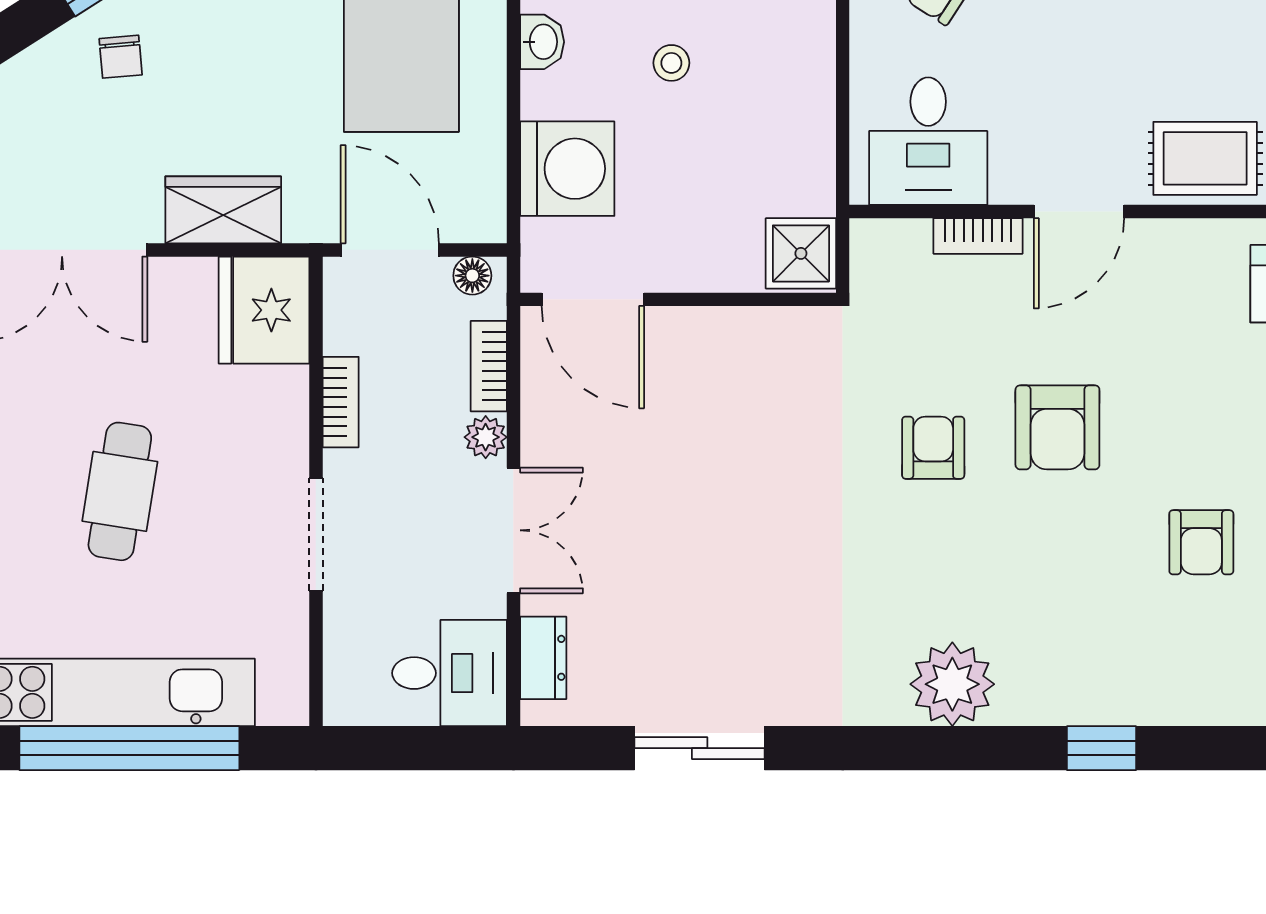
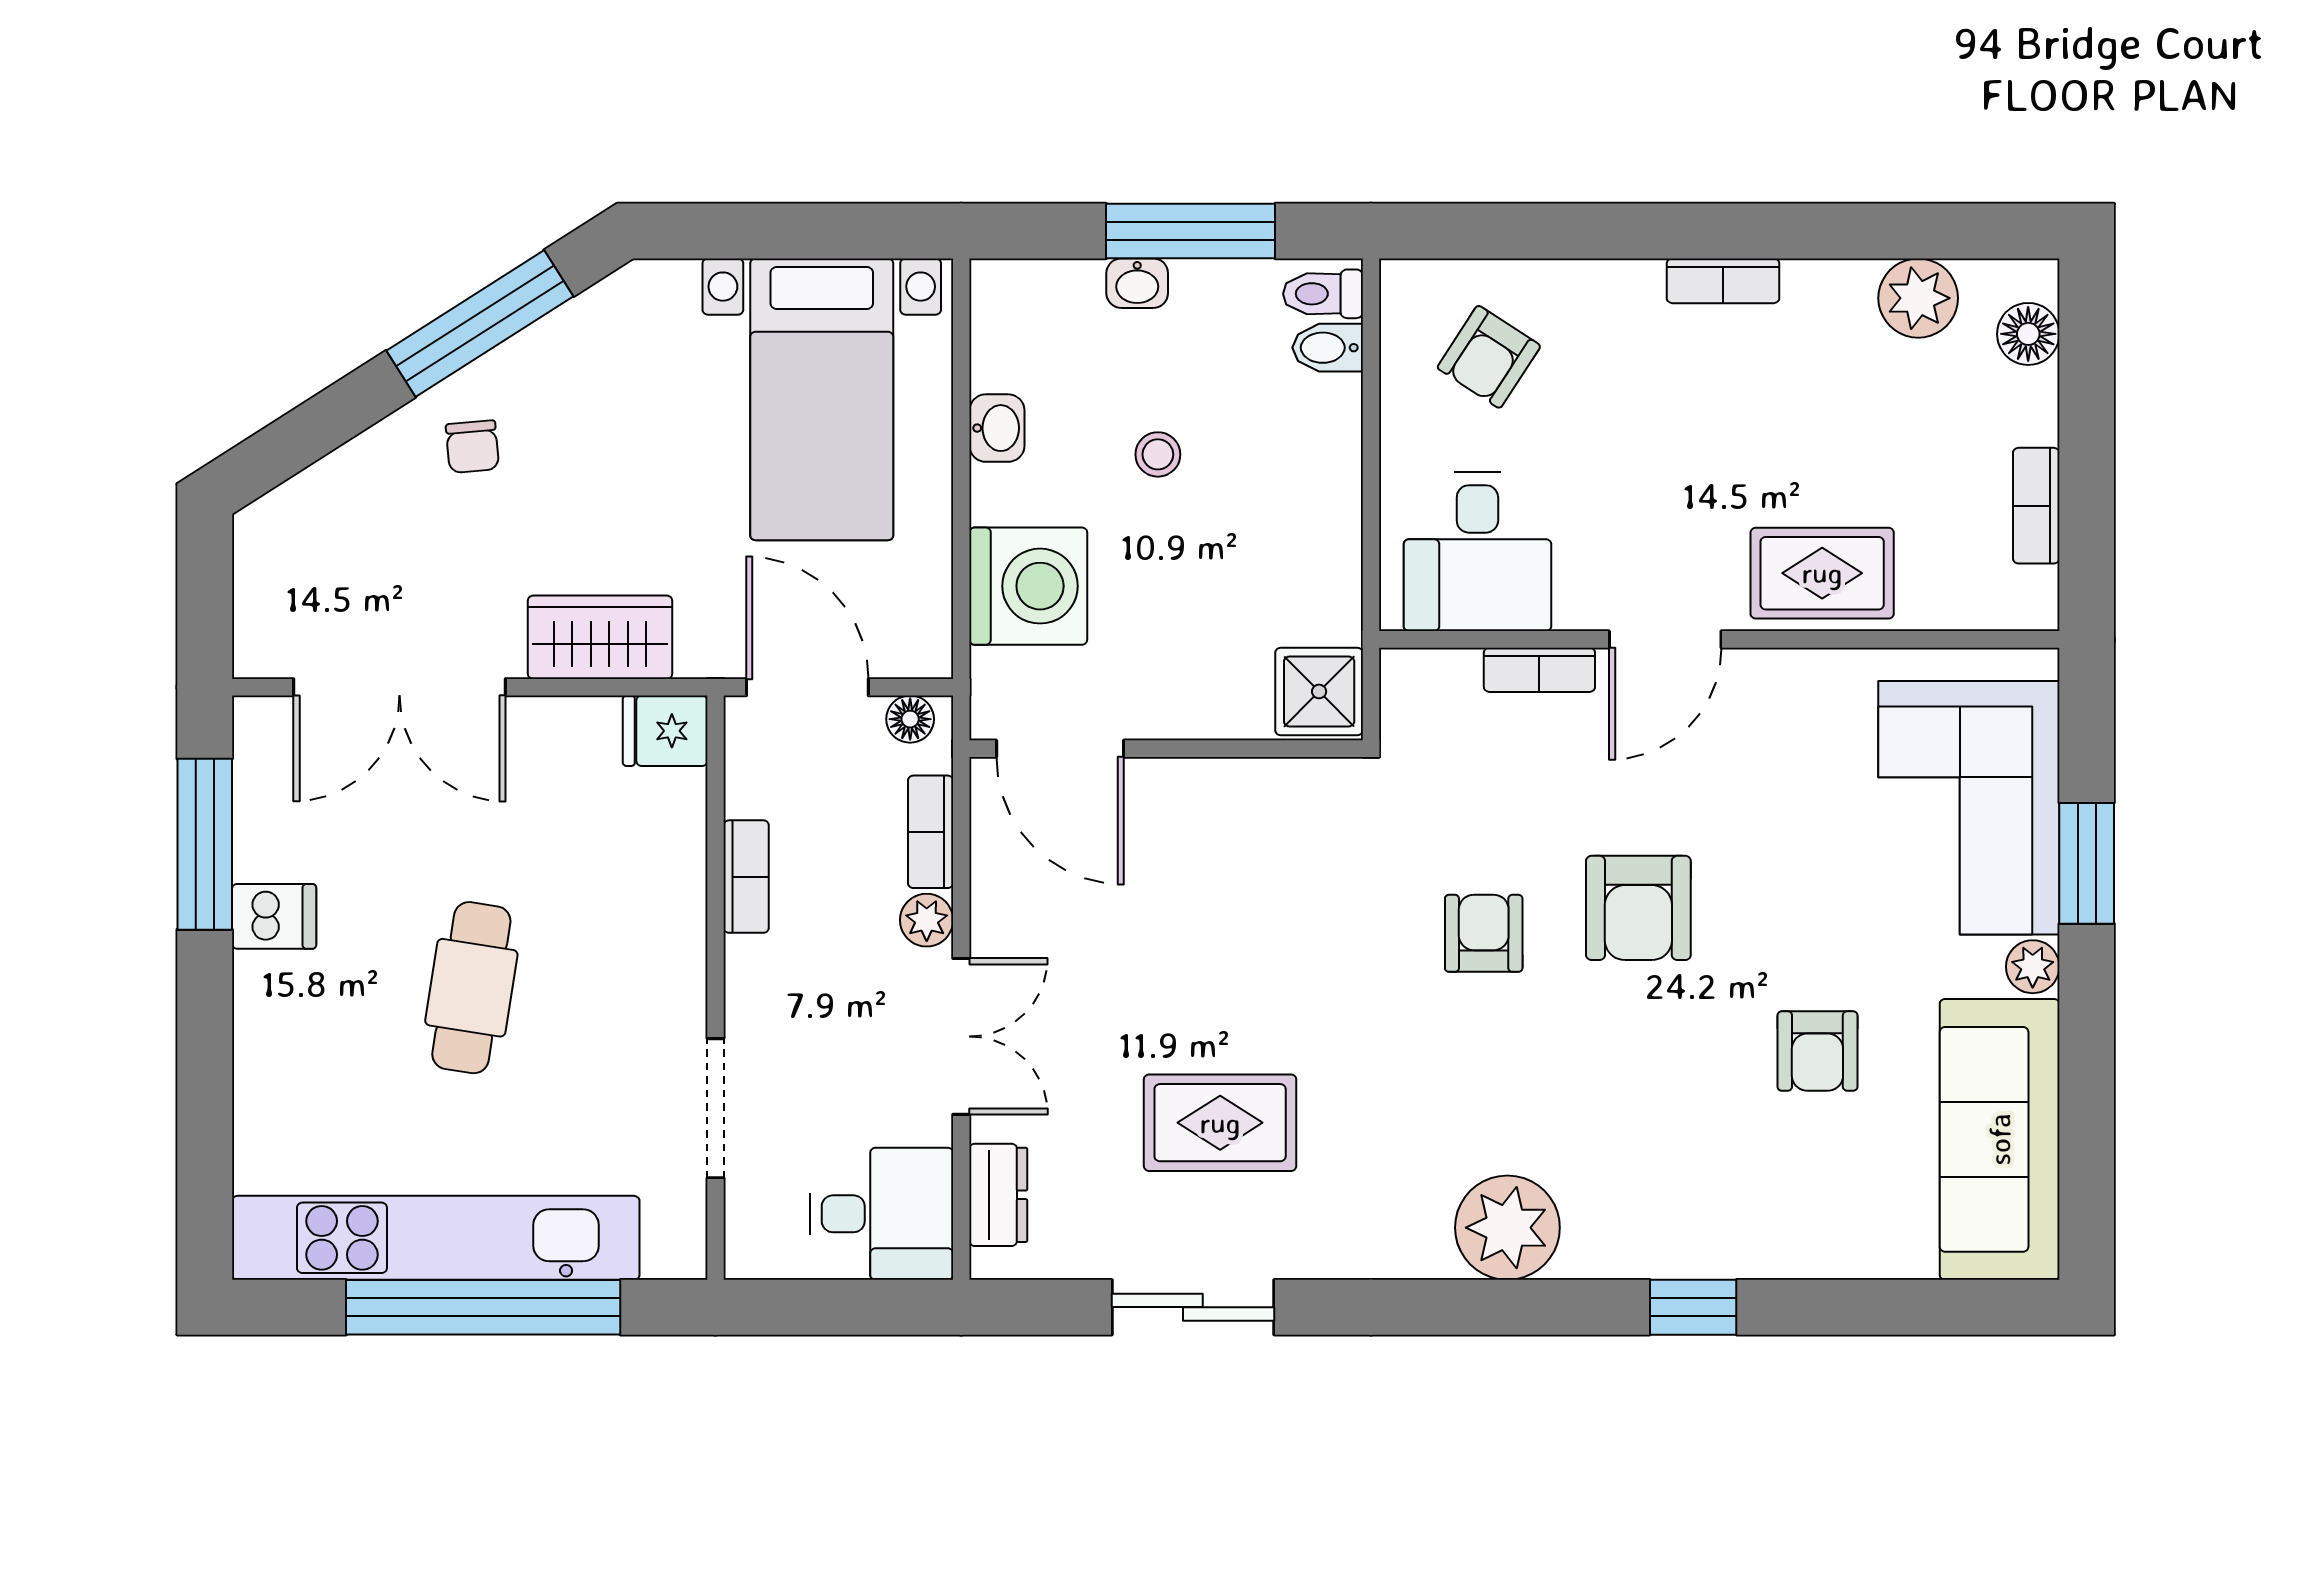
fridge: (264, 310) -> (665, 731), width x0.53, depth x0.75
doorway: (316, 534) -> (715, 1108), moved
rug: (721, 600) -> (1220, 1123), added

